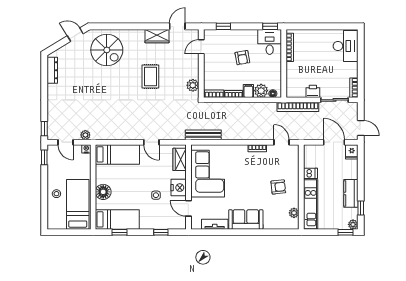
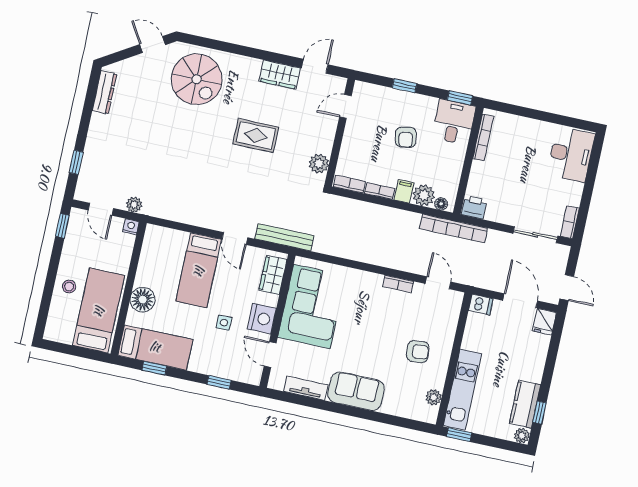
window: (223, 26) -> (405, 86), moved
rug: (150, 76) -> (256, 135), turned 90
printer: (313, 91) -> (474, 207), moved
bookcase: (298, 107) -> (453, 228), moved
window: (44, 129) -> (76, 162), moved
bench: (203, 135) -> (284, 237), moved
bed: (117, 154) -> (199, 270), moved, turned 90
dishwasher: (311, 173) -> (481, 305), moved
kitchen counter: (351, 193) -> (525, 404), moved
window: (345, 232) -> (459, 435), moved

